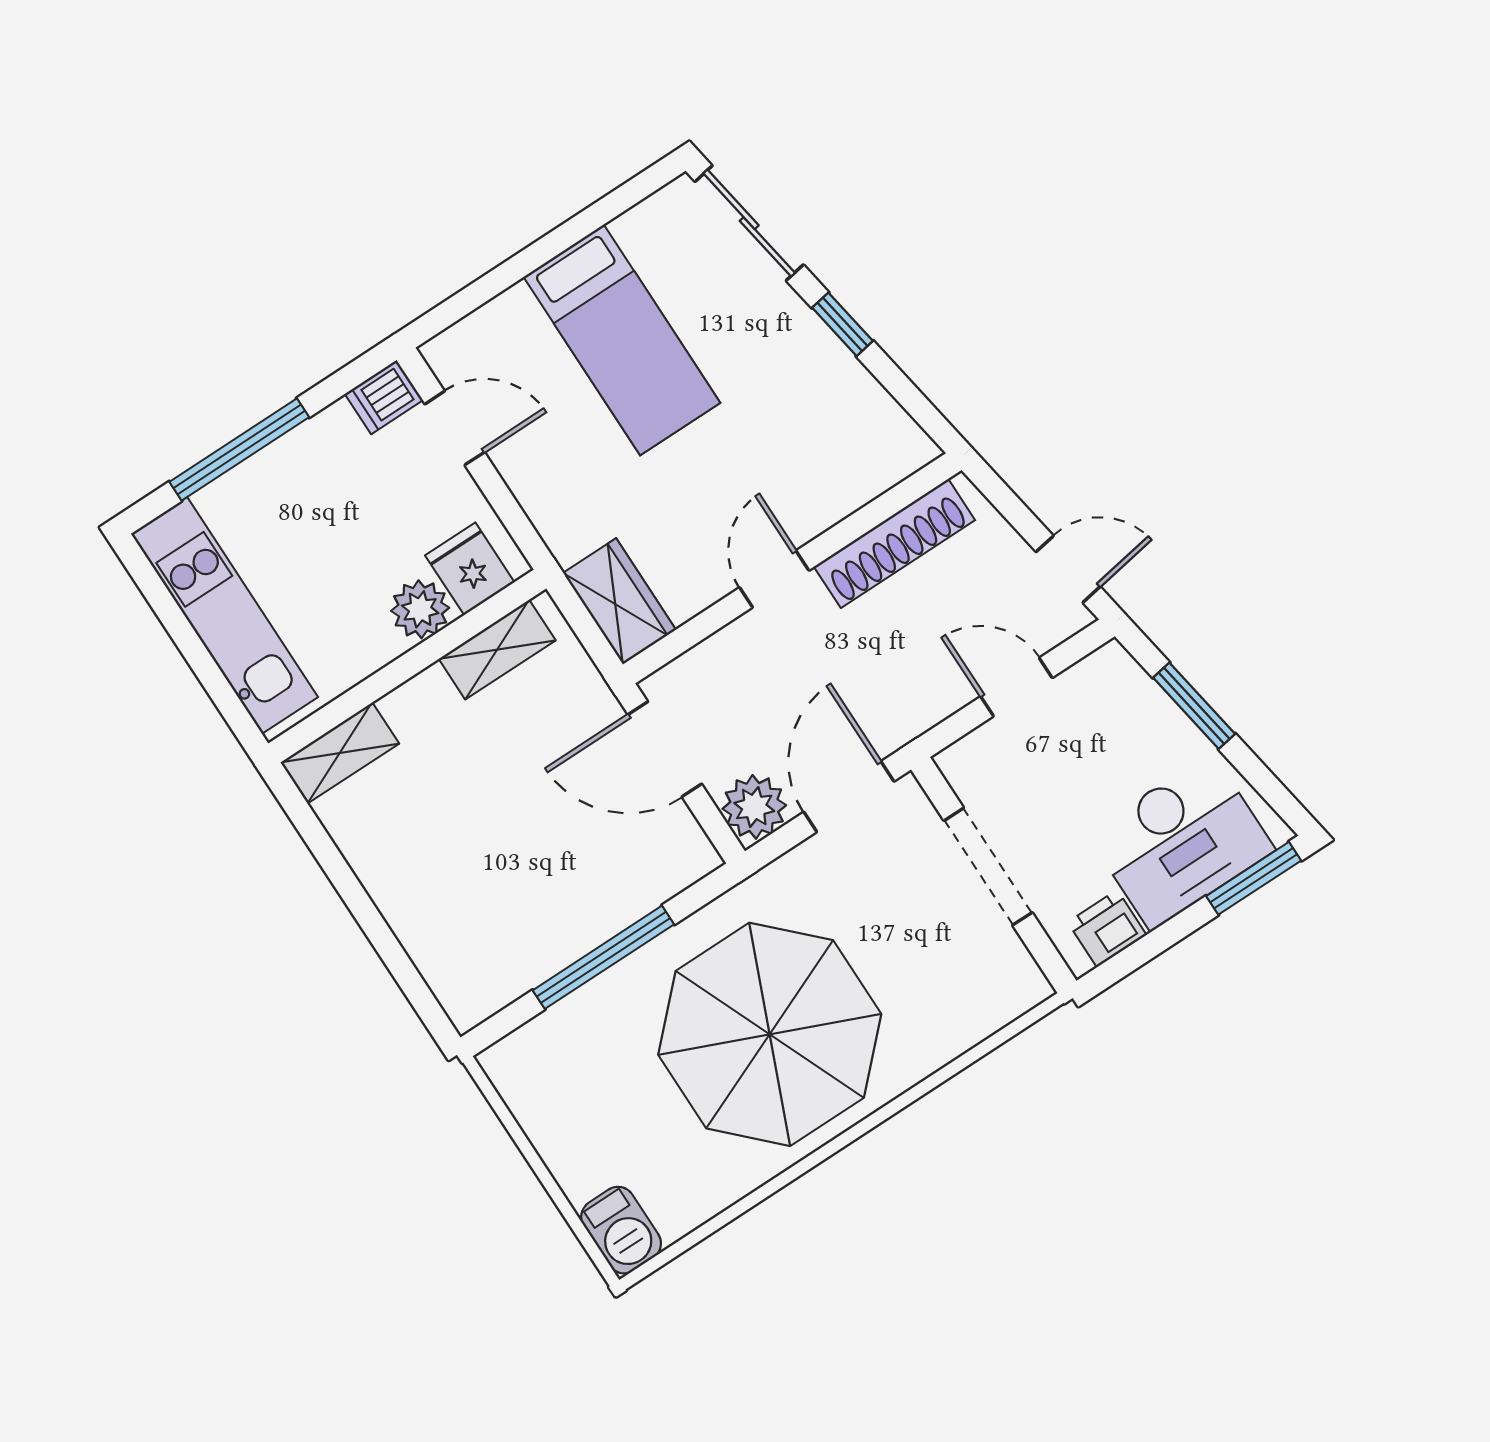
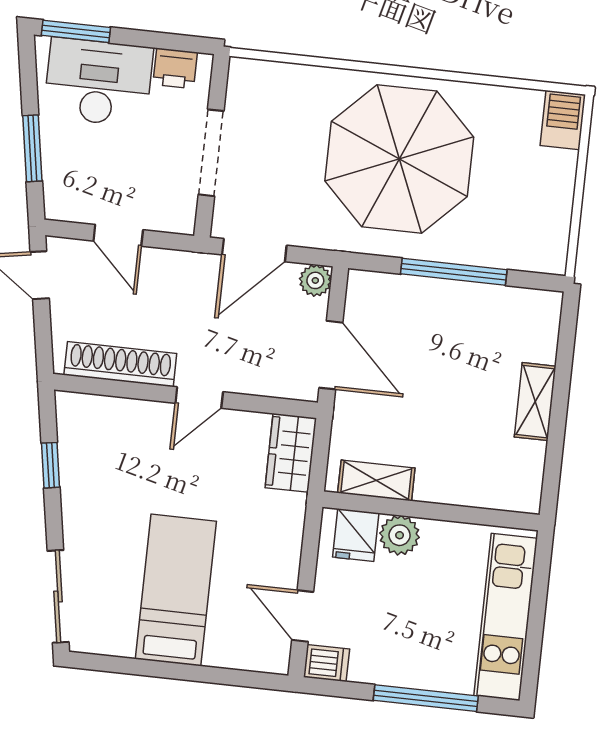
window: (843, 324) -> (51, 465), moved
shelving: (340, 753) -> (535, 402), moved, turned 90
plant: (754, 807) -> (315, 280), width x0.73, depth x0.73

